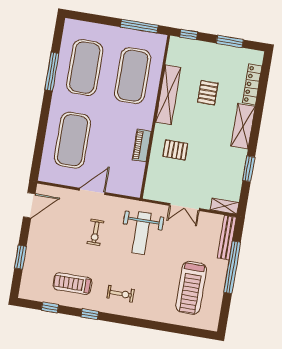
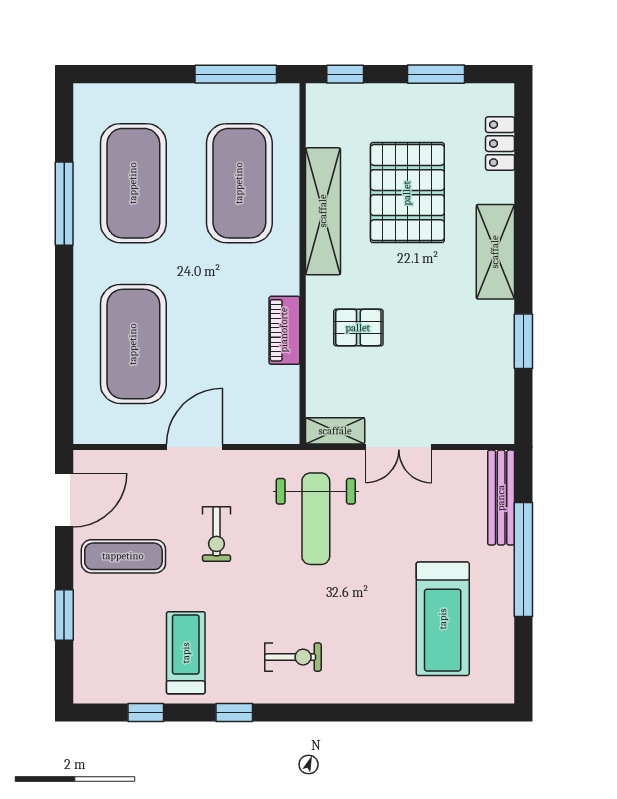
locker: (252, 84) -> (500, 144), width x0.66
pallet: (208, 93) -> (407, 193), width x2.05, depth x2.00
shelving: (225, 206) -> (335, 431), moved
exercise mat: (52, 235) -> (123, 556), added
treadmill: (73, 284) -> (186, 653), turned 90

